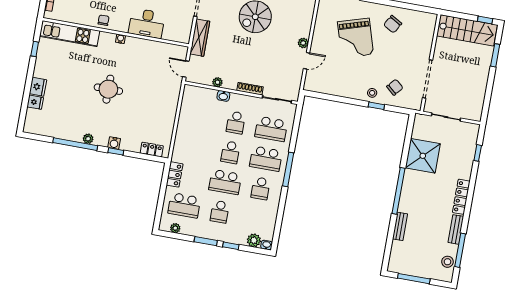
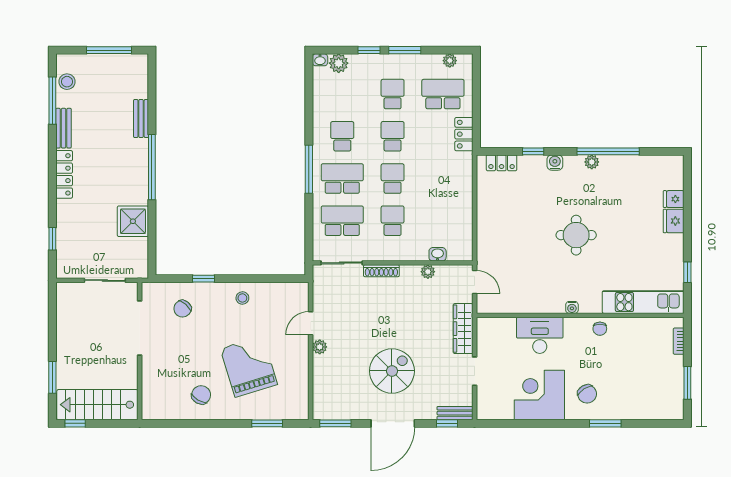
stool: (372, 93) -> (242, 298), moved
washbasin: (223, 96) -> (438, 254), moved
window: (116, 151) -> (533, 151), moved
shower: (423, 156) -> (133, 221), width x0.73, depth x0.73
school desk: (225, 182) -> (393, 136), width x0.54

